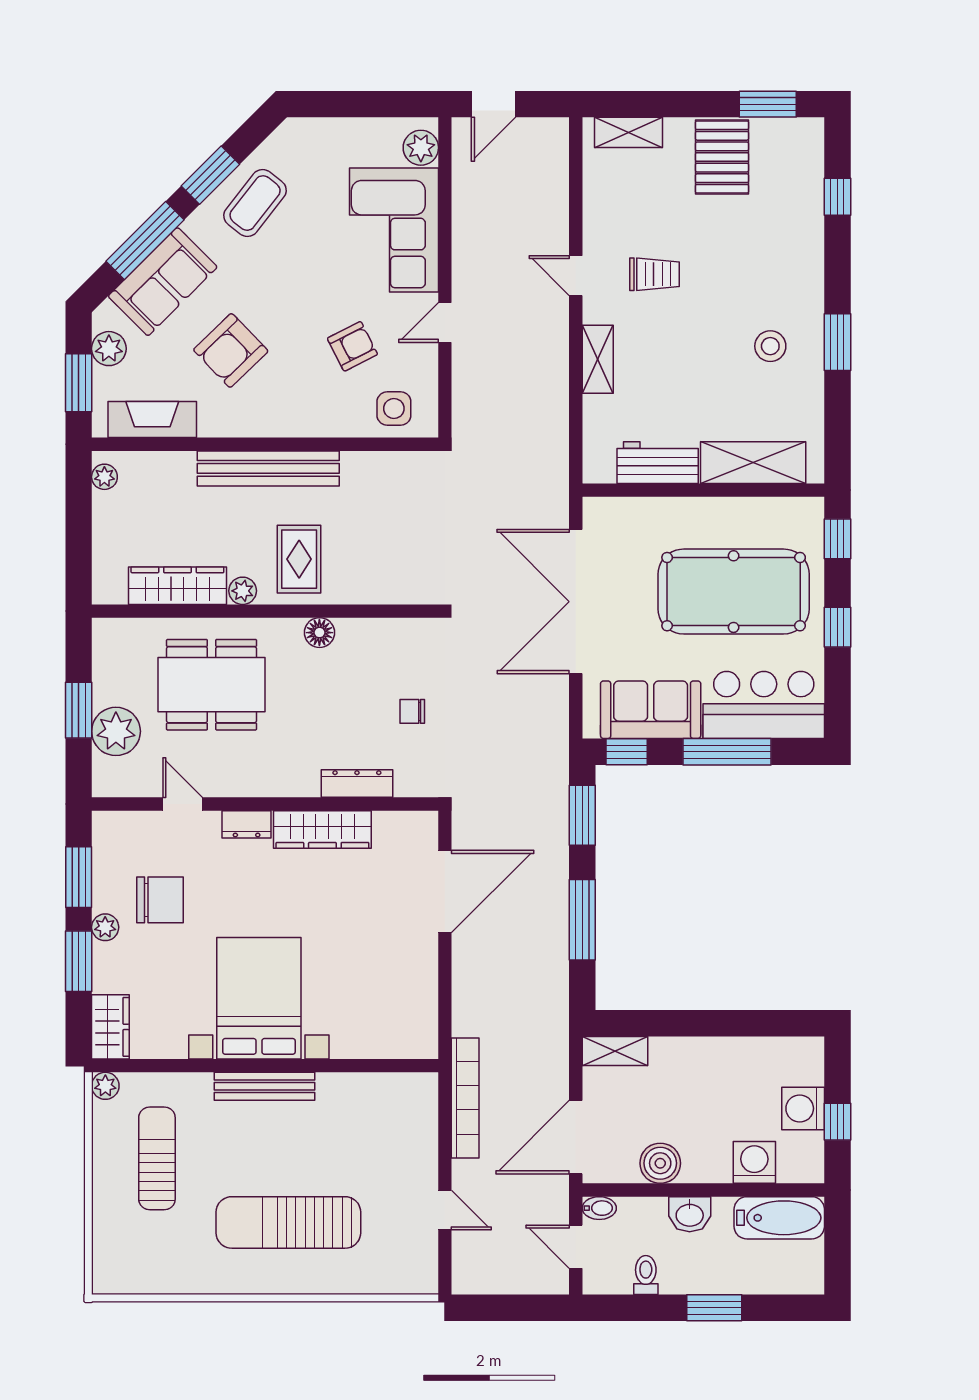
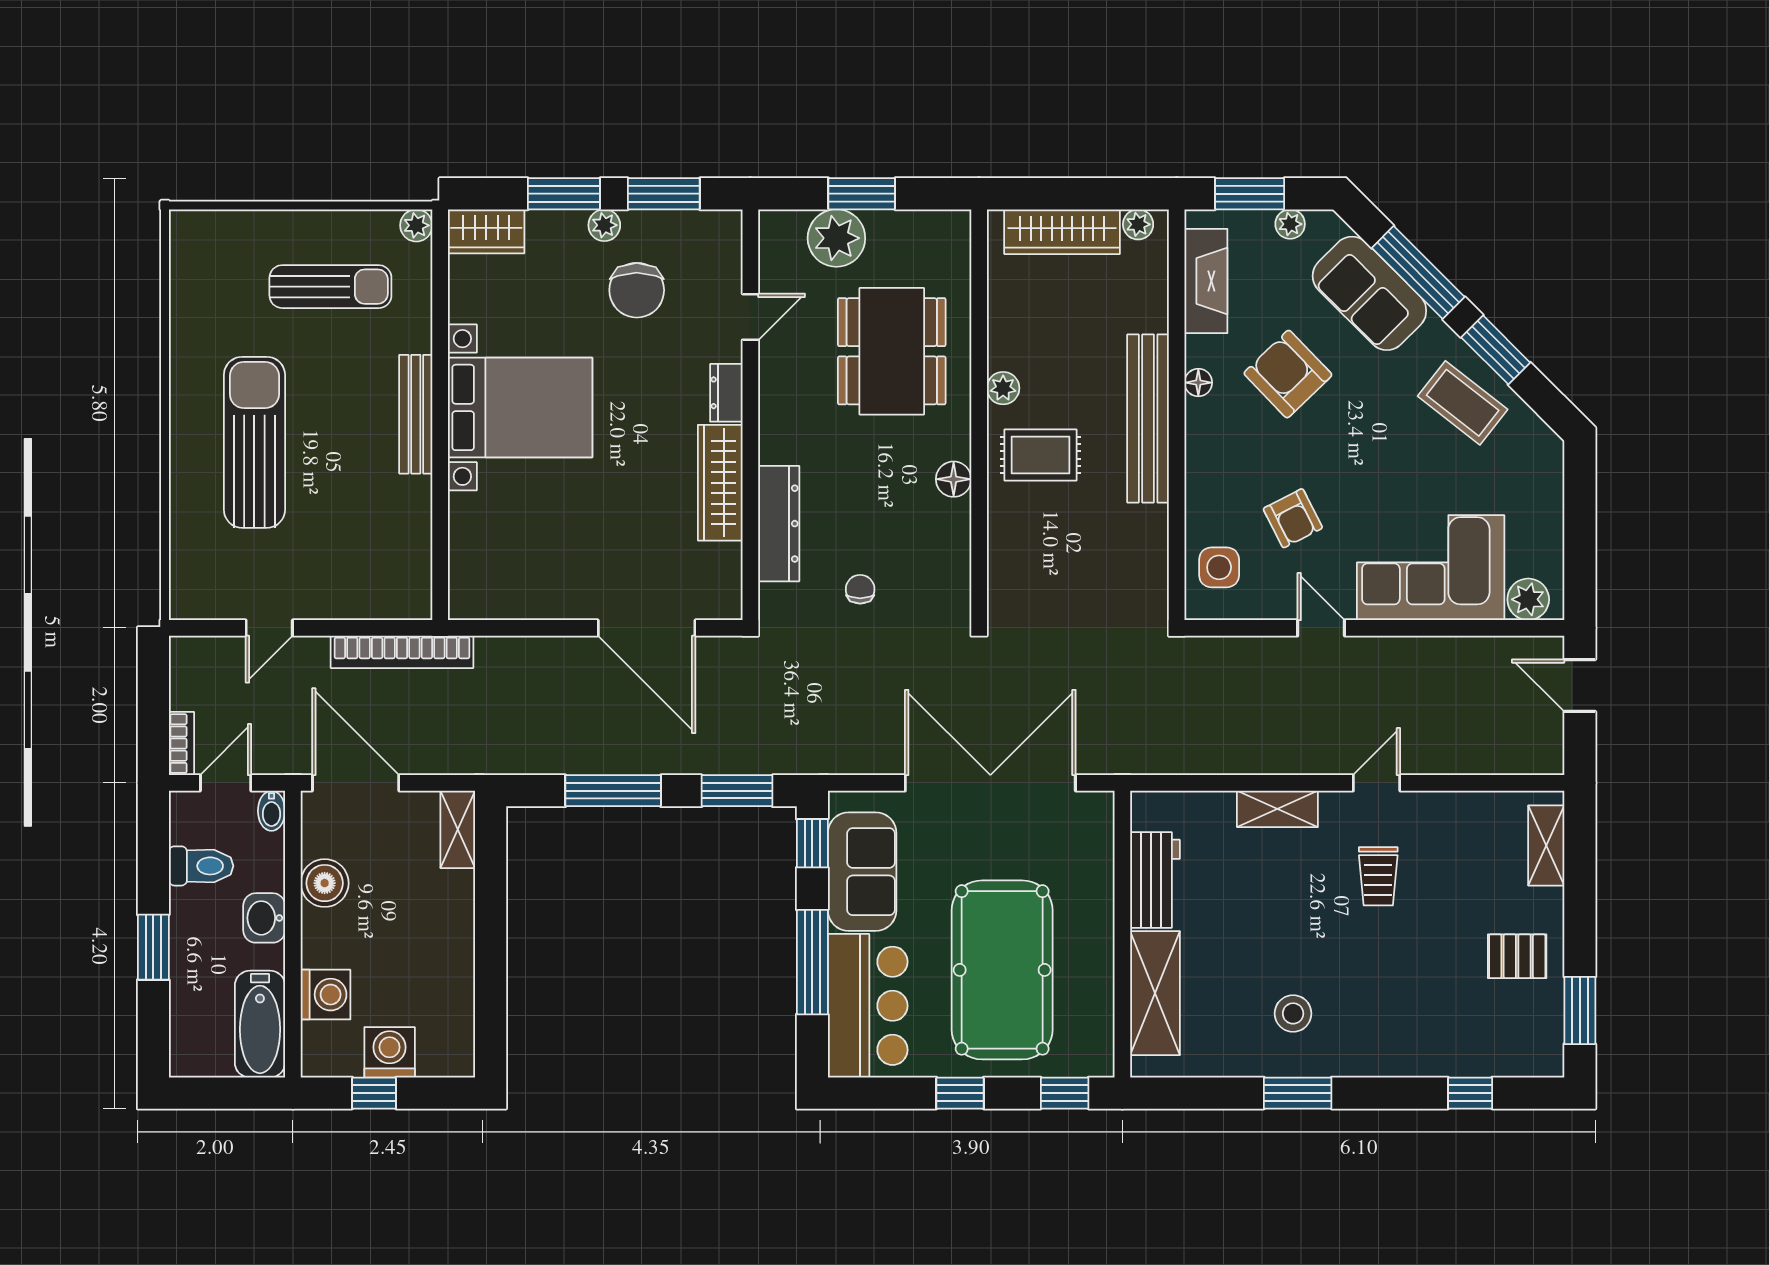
pallet: (722, 157) -> (1517, 956), width x0.67, depth x0.71
plant: (109, 349) -> (1290, 224), width x0.73, depth x0.73
floor lamp: (238, 426) -> (1198, 383), added
wardrobe: (177, 586) -> (1062, 232), moved, turned 90
dresser: (357, 784) -> (779, 524), width x1.37, depth x1.24
toilet: (646, 1275) -> (201, 866), width x1.37, depth x1.39
bookcase: (543, 1284) -> (182, 744), added

